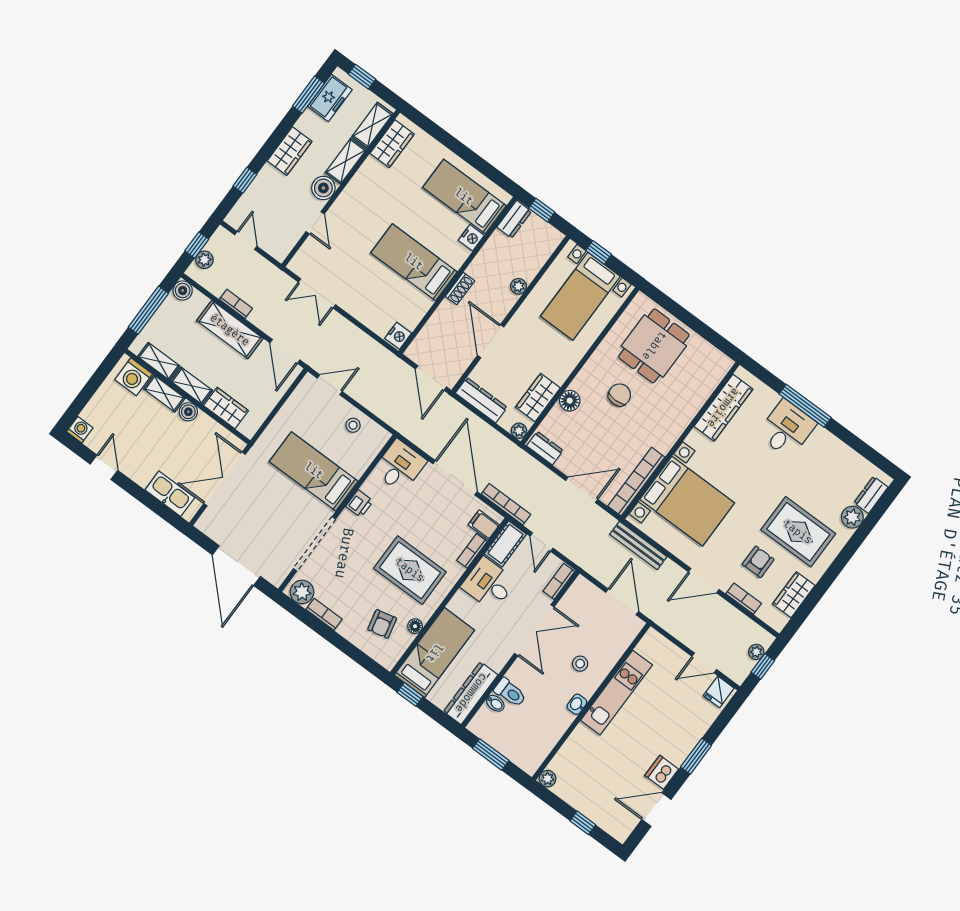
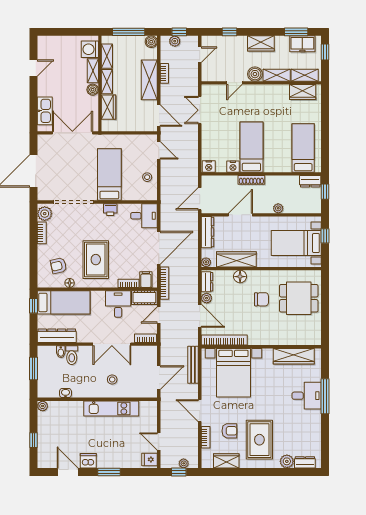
nightstand: (471, 238) -> (233, 167), moved
shoe rack: (460, 289) -> (251, 180), width x1.43
door: (285, 351) -> (159, 116), swing flipped
wardrobe: (538, 398) -> (236, 259), width x1.50
washing machine: (80, 430) -> (43, 42), removed
plant: (566, 464) -> (207, 298), added
washbasin: (577, 704) -> (65, 393), moved

